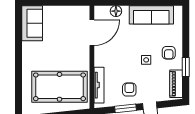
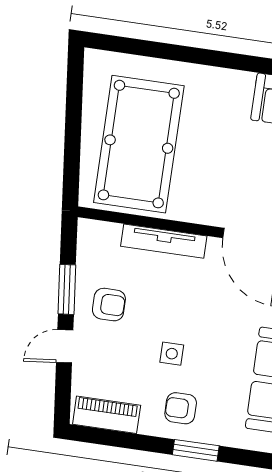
window: (186, 67) -> (196, 450), moved
tv unit: (99, 85) -> (164, 241), moved

